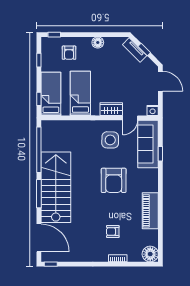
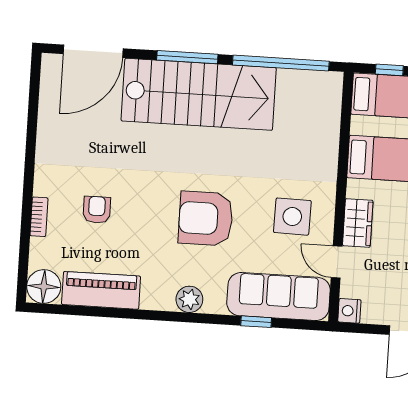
plant: (152, 186) -> (189, 299), added
piano: (150, 211) -> (101, 290), moved
window: (51, 264) -> (35, 73), removed

